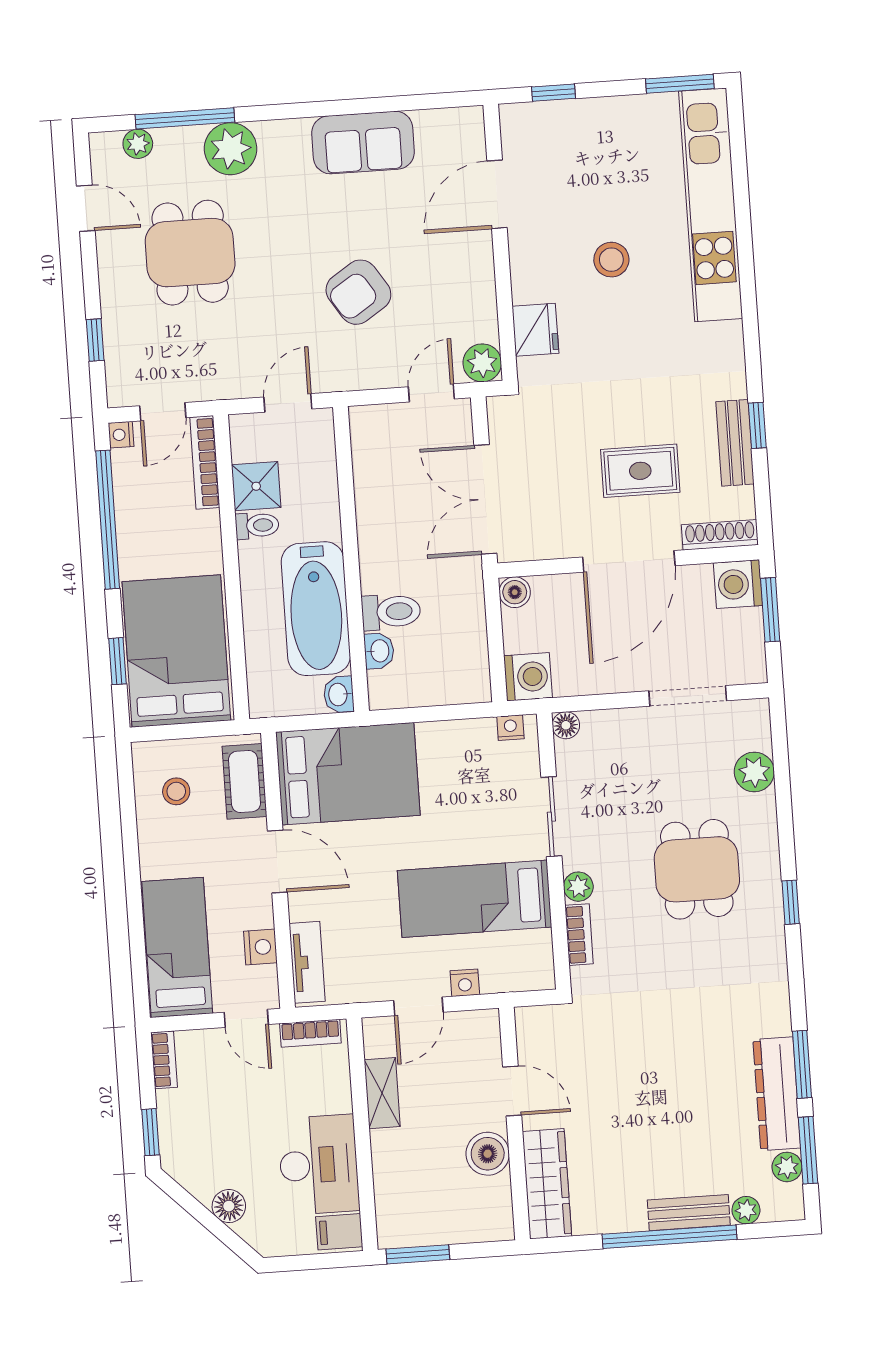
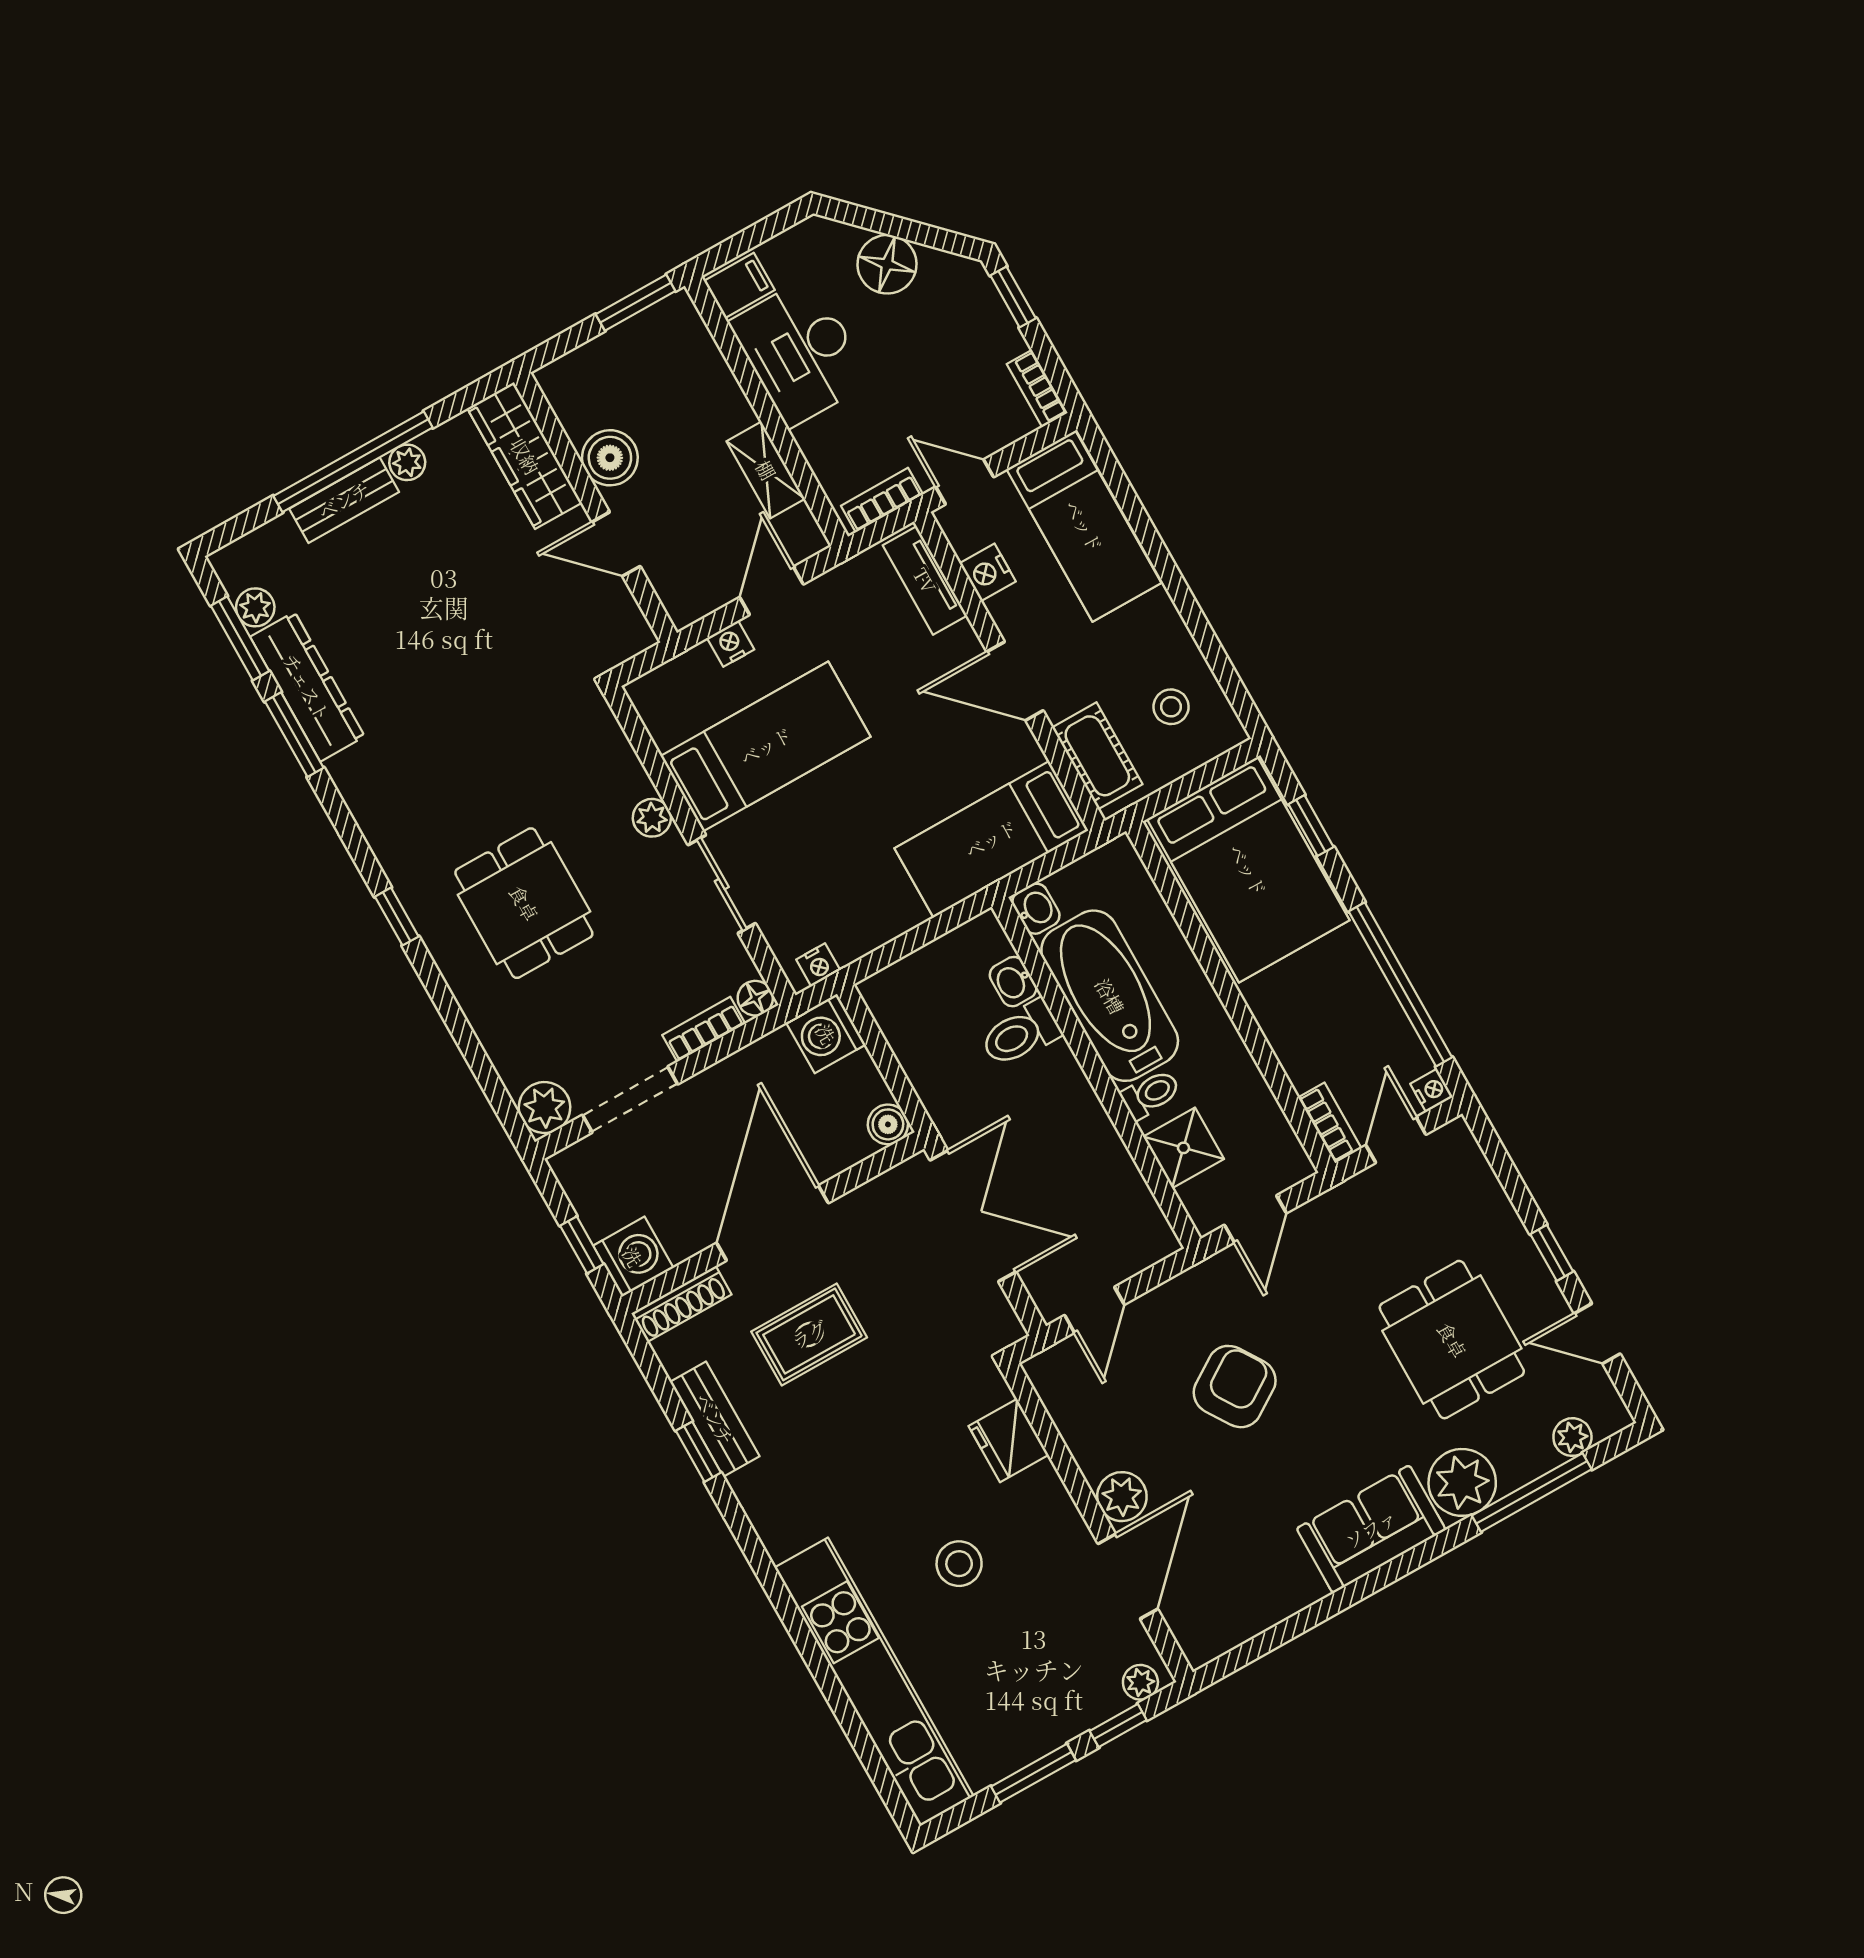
window: (680, 84) -> (1034, 1773), moved
plant: (523, 116) -> (1140, 1682), added
sofa: (363, 143) -> (1371, 1529), moved
window: (95, 340) -> (1552, 1253), moved
plant: (482, 363) -> (1122, 1497), moved
bookcase: (205, 462) -> (1330, 1123), width x0.64
shower: (256, 486) -> (1183, 1148), moved
toilet: (257, 525) -> (1151, 1094), moved, turned 180
window: (770, 610) -> (582, 1245), width x0.67
plant: (754, 772) -> (545, 1108), moved
bed: (348, 774) -> (991, 839), width x0.67
bookcase: (579, 935) -> (704, 1029), moved, turned 90
floor lamp: (229, 1206) -> (887, 264), width x1.38, depth x1.38
plant: (746, 1210) -> (407, 462), moved

